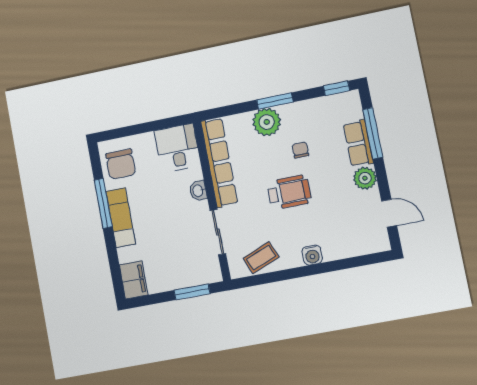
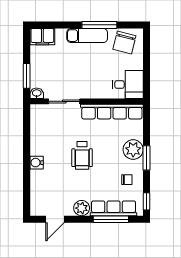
row of seats: (358, 143) -> (114, 208), width x1.48
chair: (300, 150) -> (127, 180), moved
chair: (121, 164) -> (124, 42), turned -76
washbasin: (198, 191) -> (37, 93), moved
coffee table: (261, 258) -> (41, 128), removed

